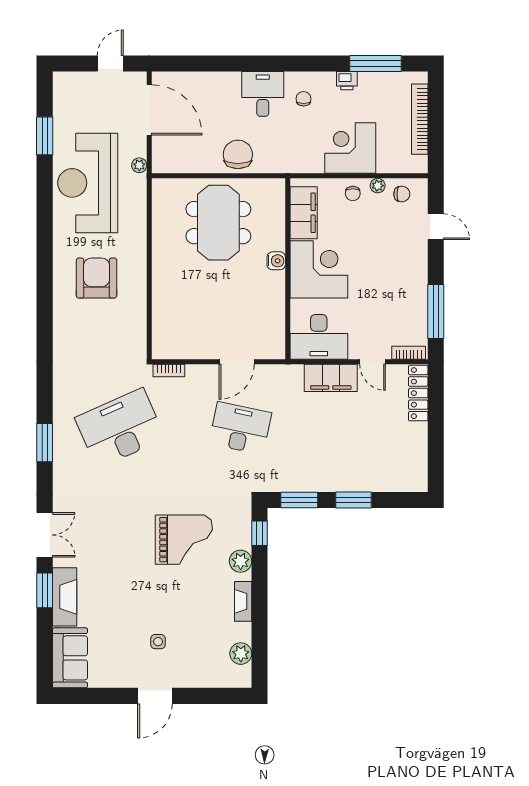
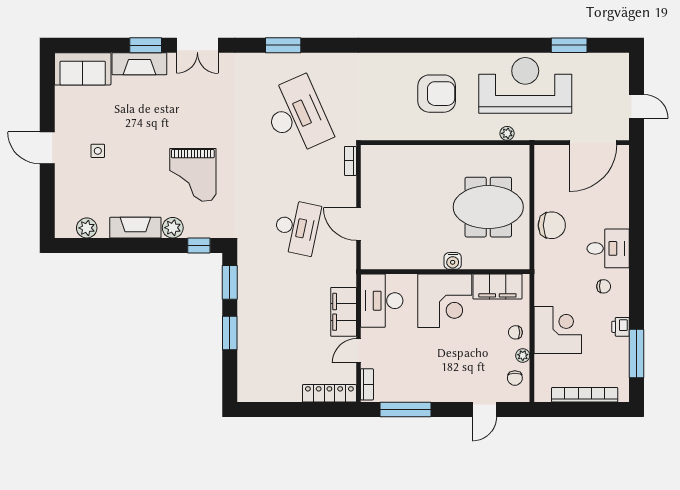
plant: (139, 165) -> (507, 133), moved
fireplace: (243, 601) -> (135, 228), width x1.37, depth x1.32

